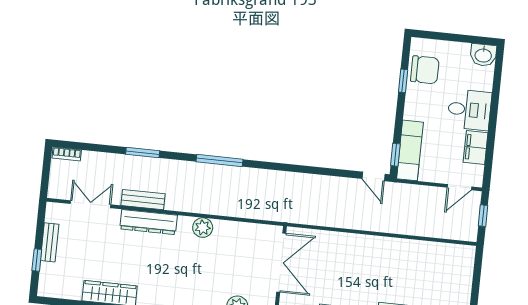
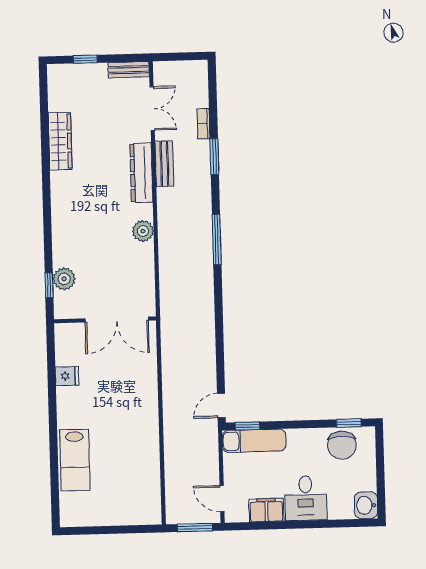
window: (403, 81) -> (349, 423), moved
bookcase: (67, 154) -> (203, 124), moved
window: (483, 216) -> (195, 527), width x1.50
bench: (50, 242) -> (129, 70), moved

